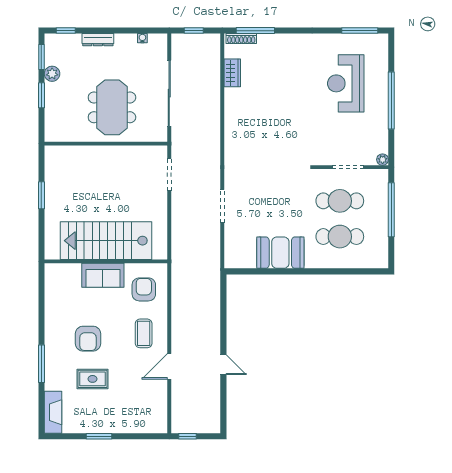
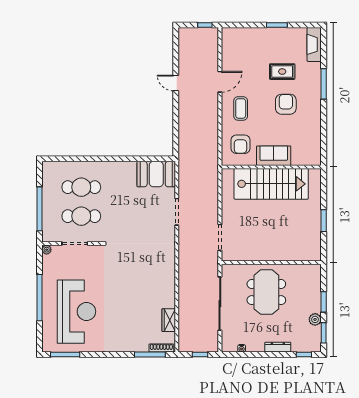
reception desk: (346, 83) -> (76, 312), width x1.36, depth x1.30
booth: (280, 253) -> (156, 174), moved

